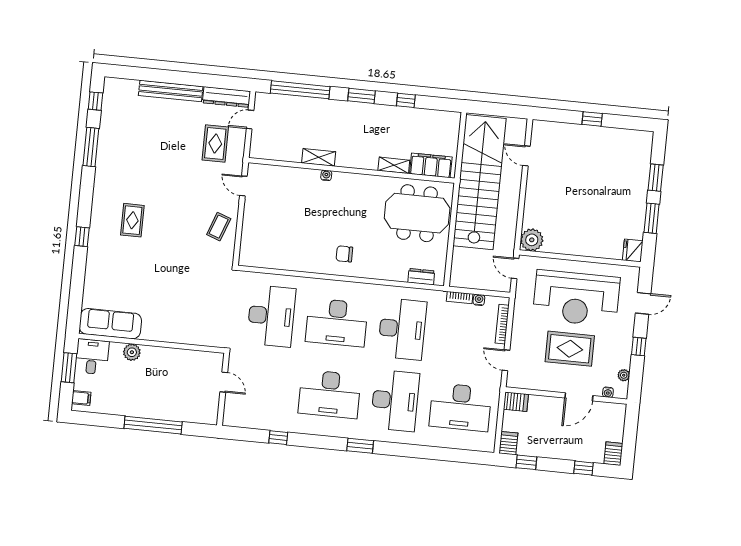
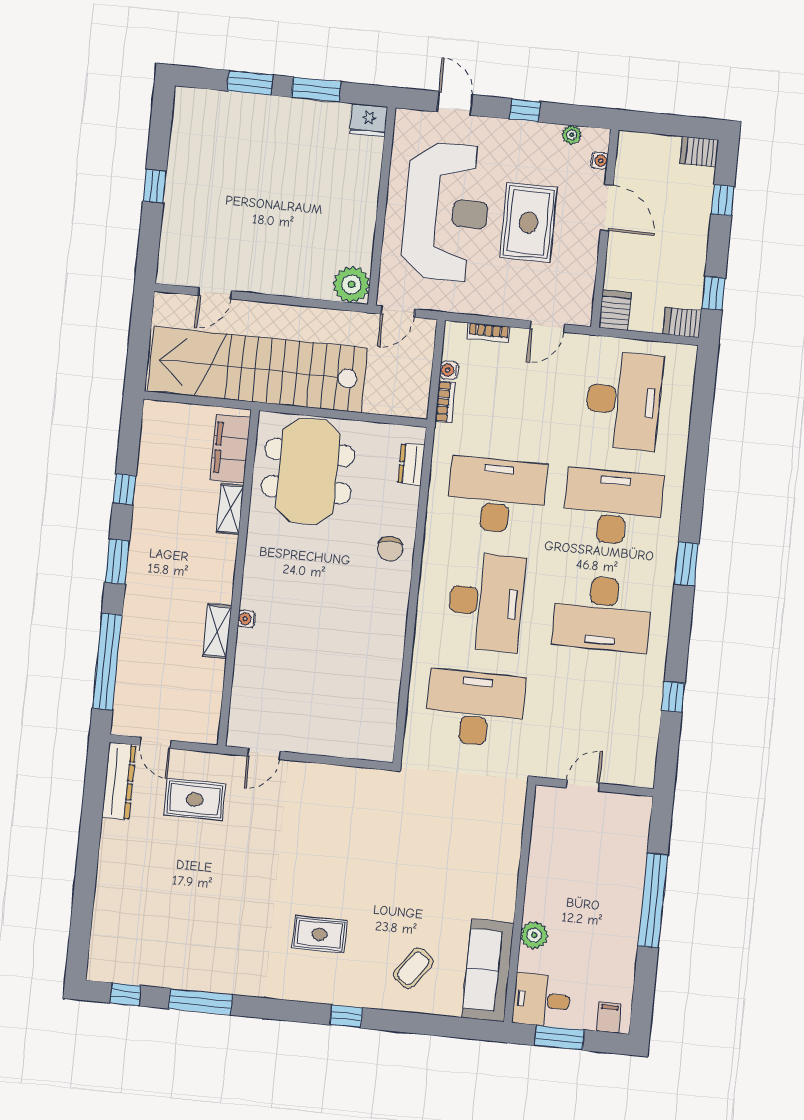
bench: (171, 91) -> (109, 872), removed
coffee table: (219, 227) -> (413, 968), moved, turned -74
chair: (344, 254) -> (390, 549), moved
bookcase: (502, 324) -> (489, 333), width x0.64
desk: (330, 394) -> (602, 613), turned 90

